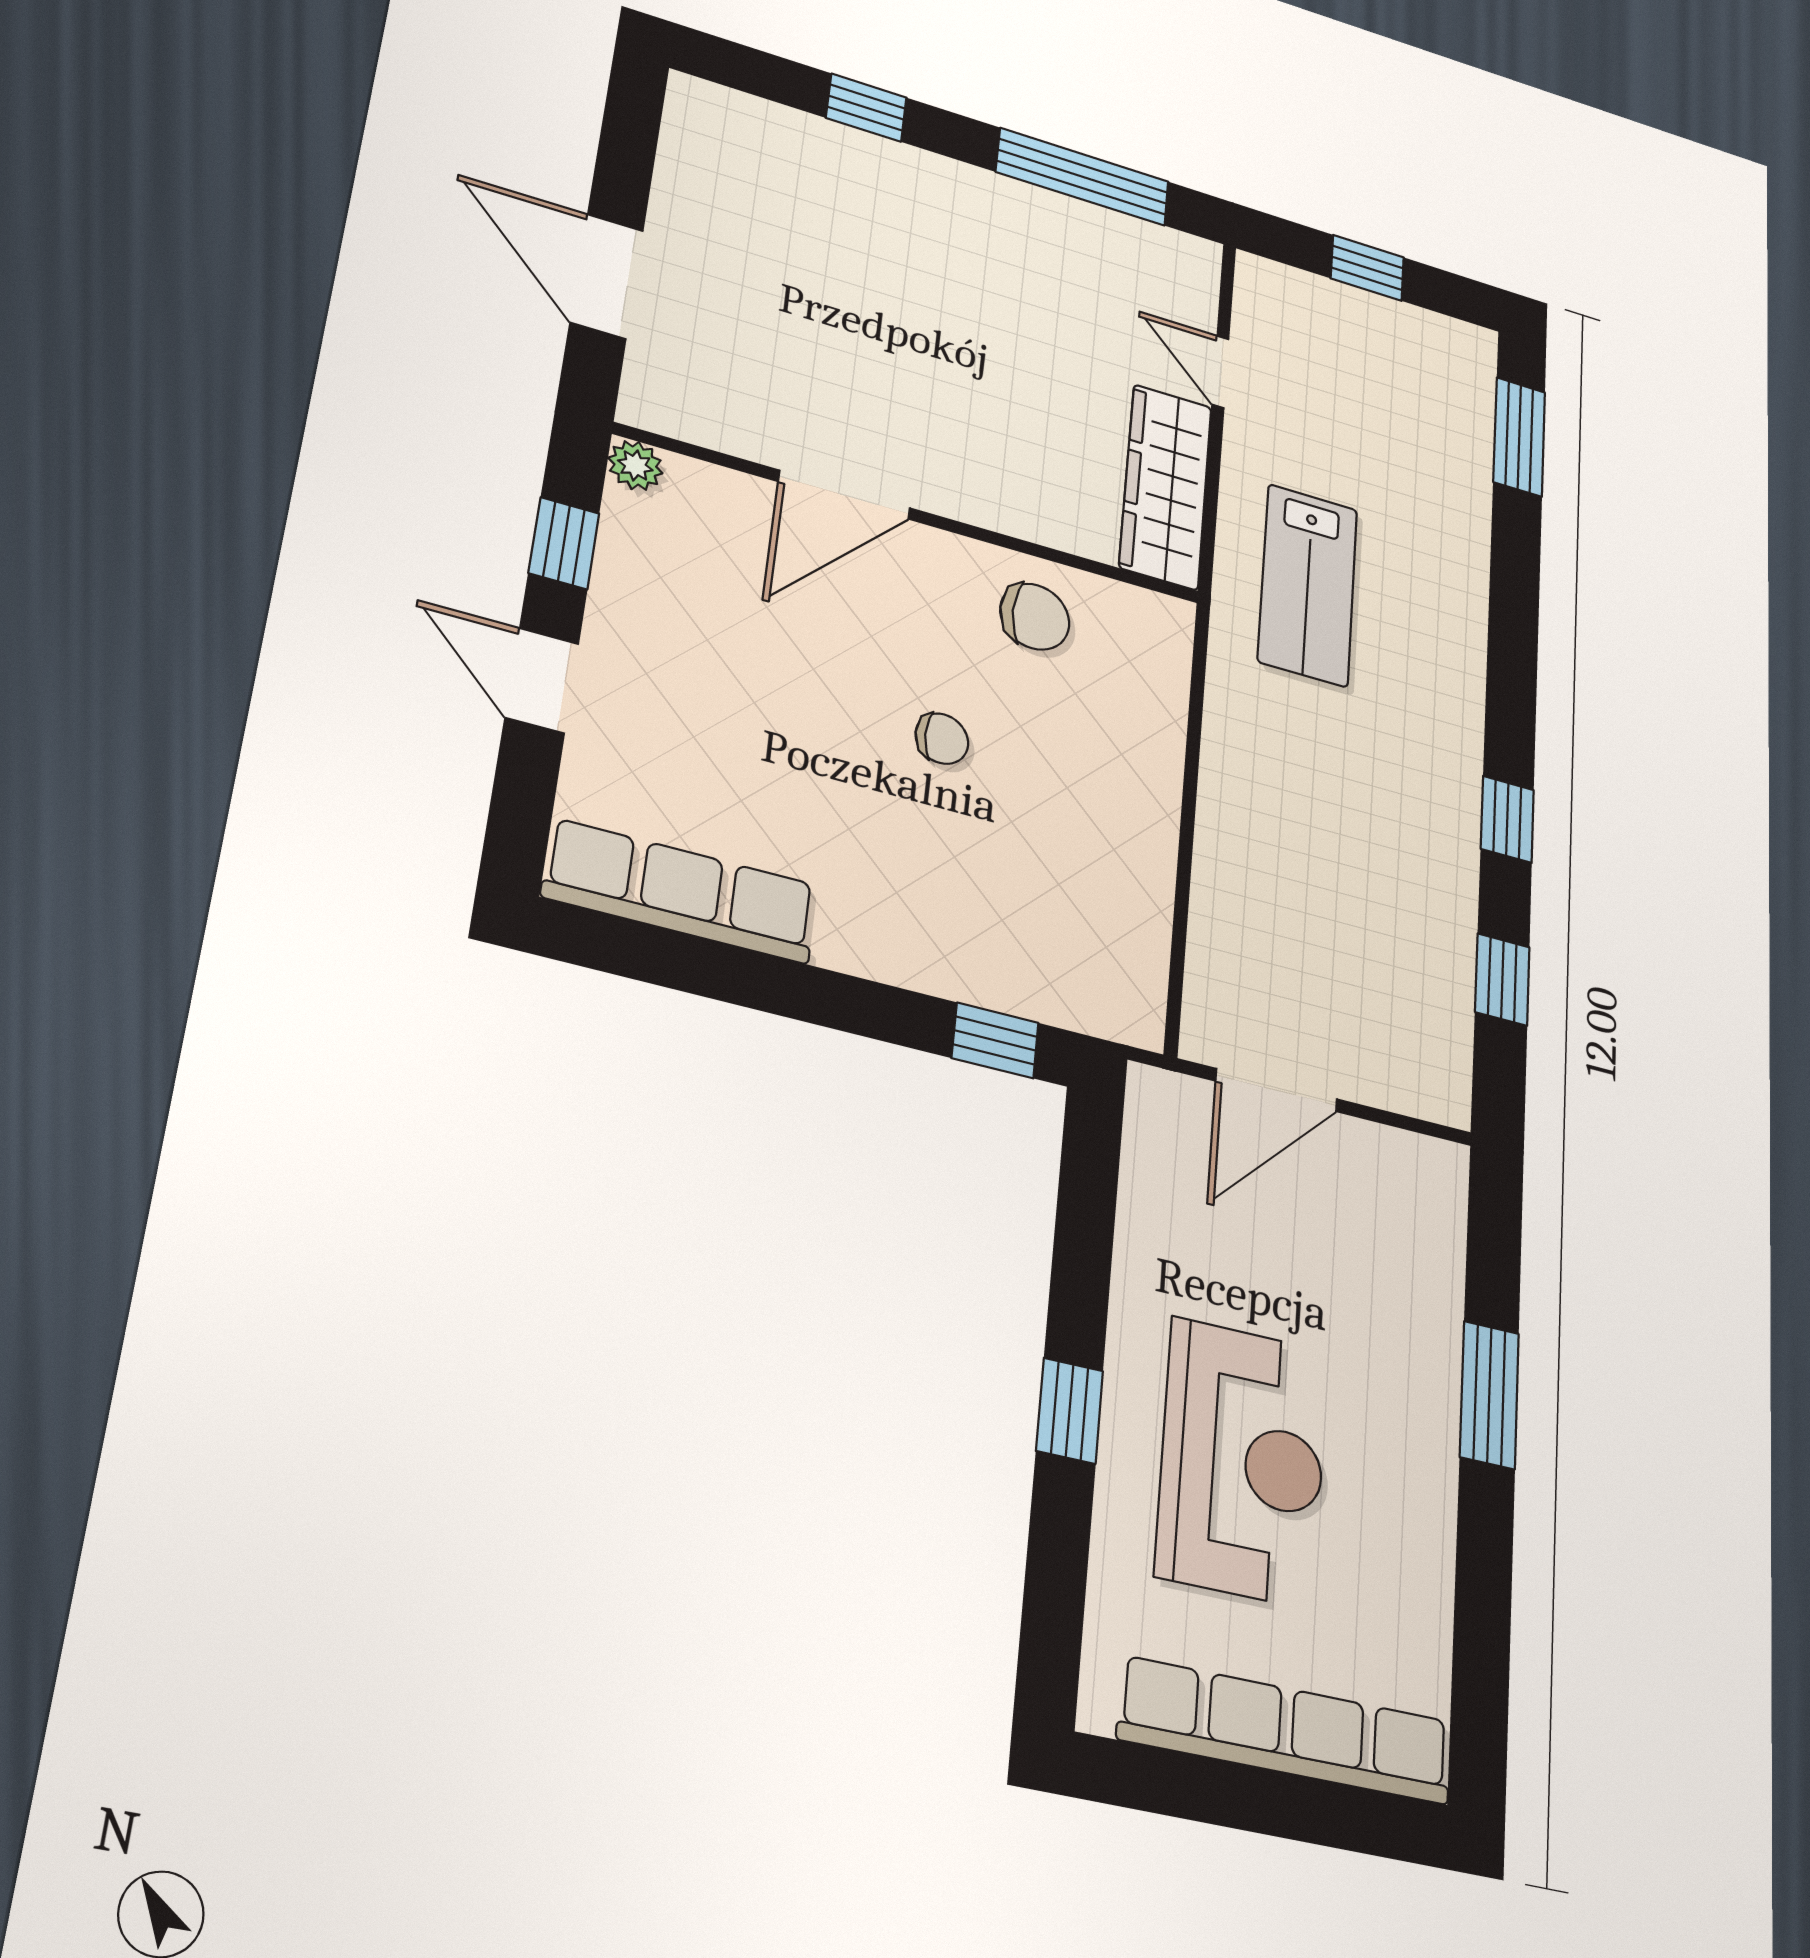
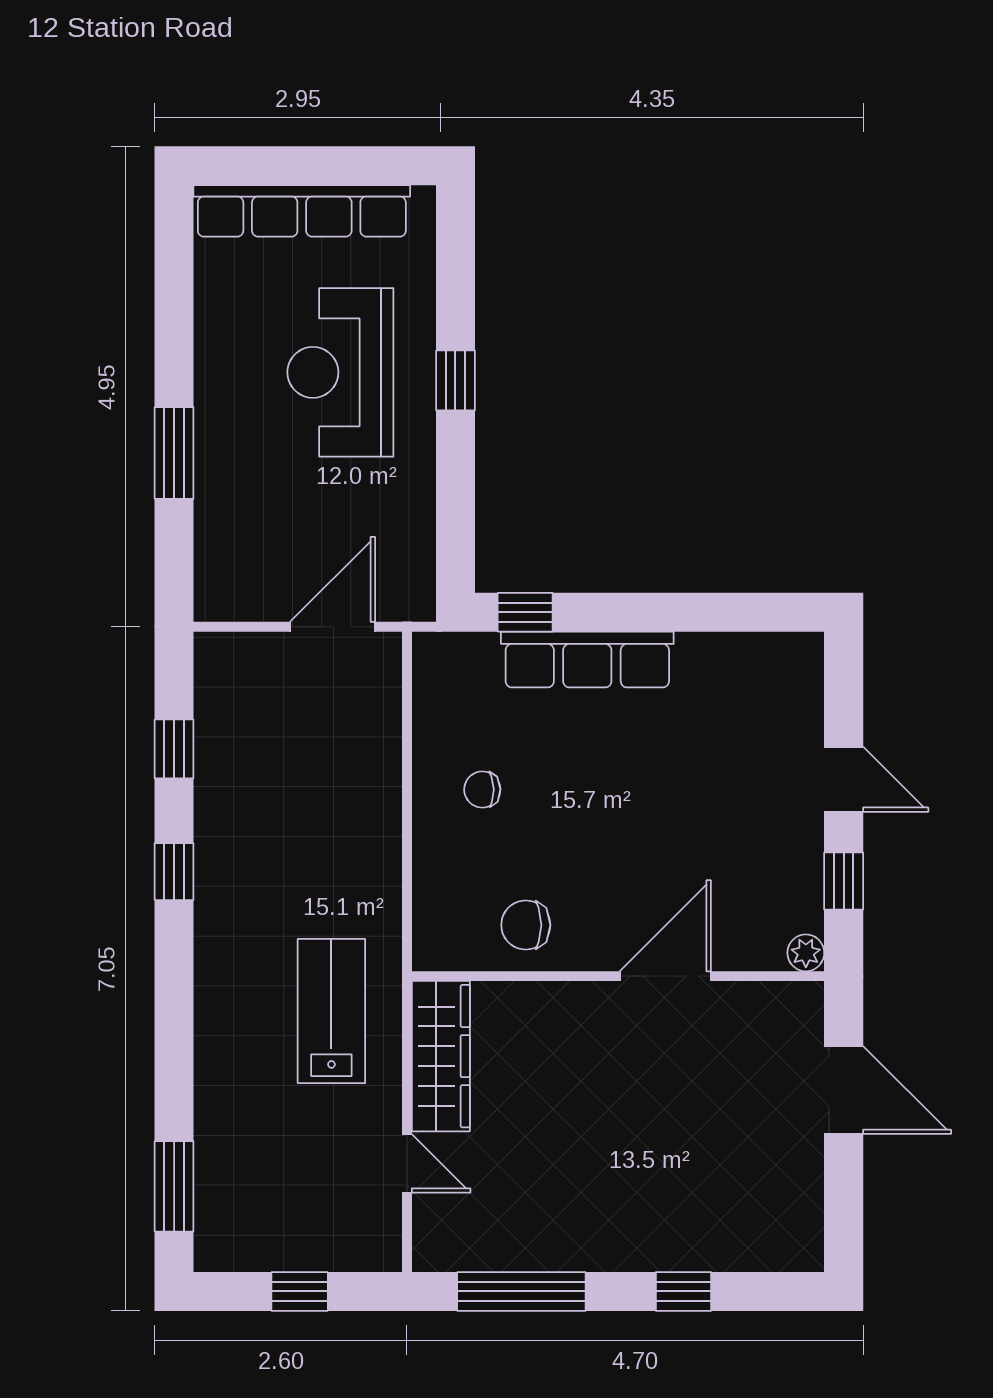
chair: (942, 739) -> (482, 789), moved
row of seats: (681, 891) -> (587, 660), moved

